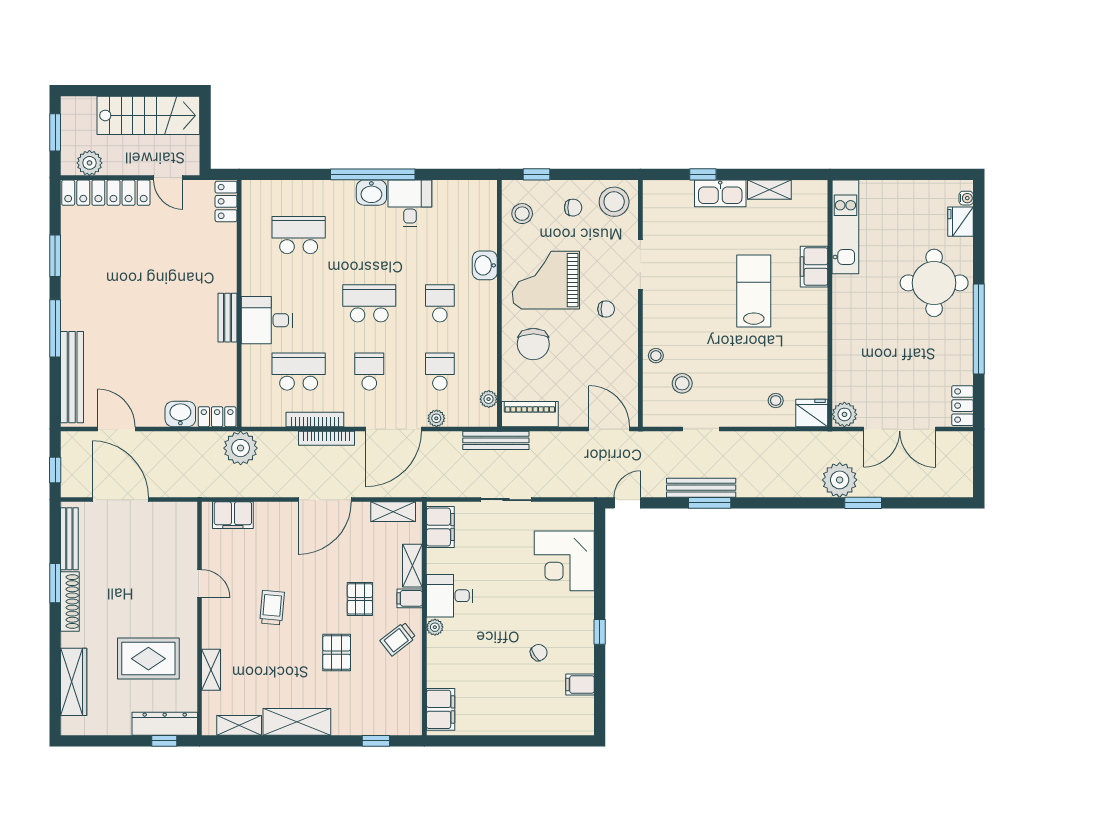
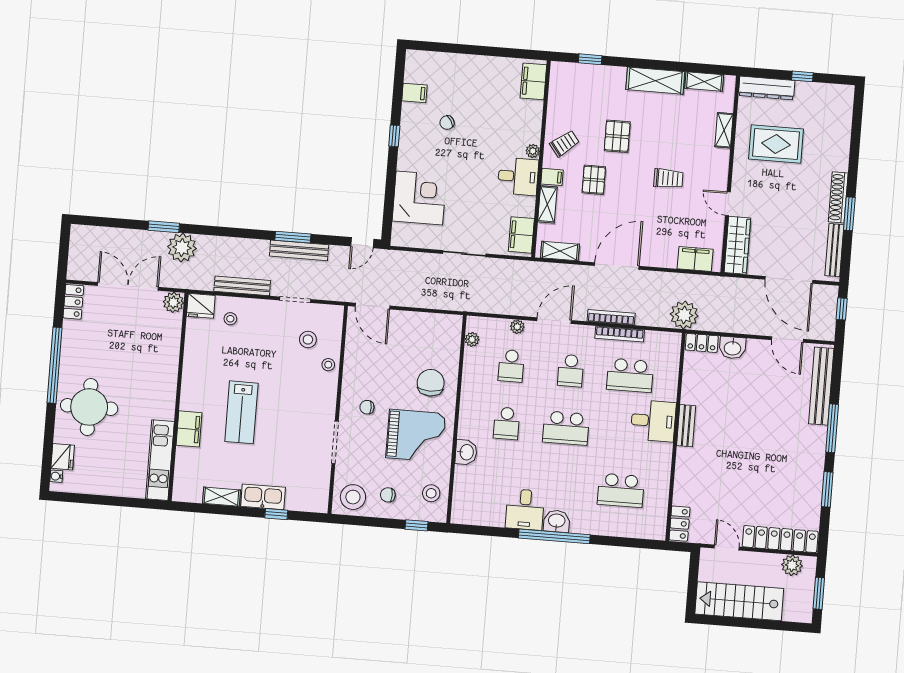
piano: (530, 414) -> (438, 324), removed
door: (393, 429) -> (554, 321), width x0.73
bench: (496, 440) -> (242, 286), moved
trolley: (272, 608) -> (668, 178), turned -95
wardrobe: (74, 682) -> (737, 245), moved, turned 180
window: (164, 741) -> (802, 76), moved

